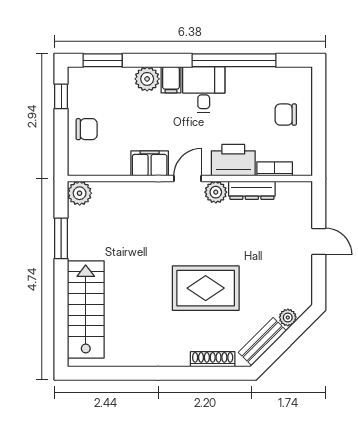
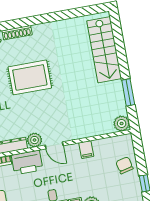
chair: (87, 129) -> (124, 165), turned 77
filing cabinet: (150, 163) -> (86, 150), width x0.50
door: (188, 179) -> (54, 145), hinge flipped

